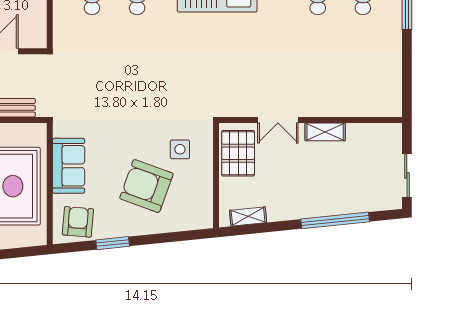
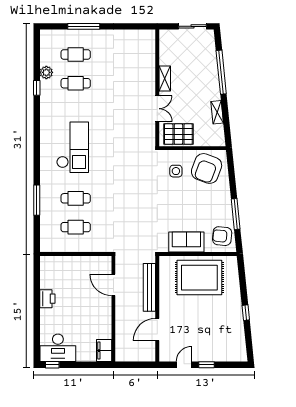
armchair: (146, 186) -> (207, 168), moved
shelving: (248, 216) -> (217, 112), moved
window: (113, 243) -> (236, 214), width x1.44

